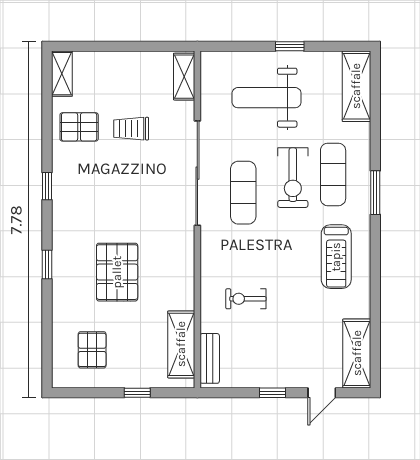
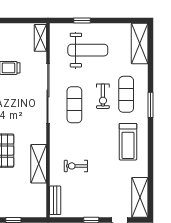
window: (290, 46) -> (82, 20), moved
weight bench: (267, 98) -> (88, 50), turned 180
exercise bike: (293, 178) -> (103, 96), width x0.73, depth x0.72
shelving: (181, 344) -> (39, 164), moved

